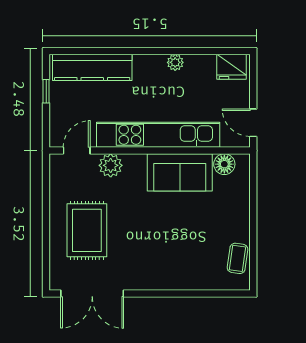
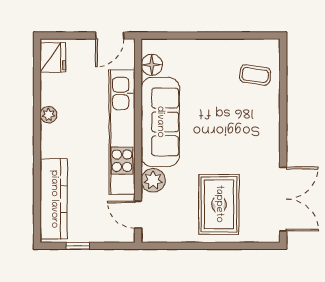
sofa: (180, 172) -> (160, 122), width x1.36
rug: (87, 230) -> (219, 204), turned 90
coffee table: (238, 258) -> (255, 75), moved

